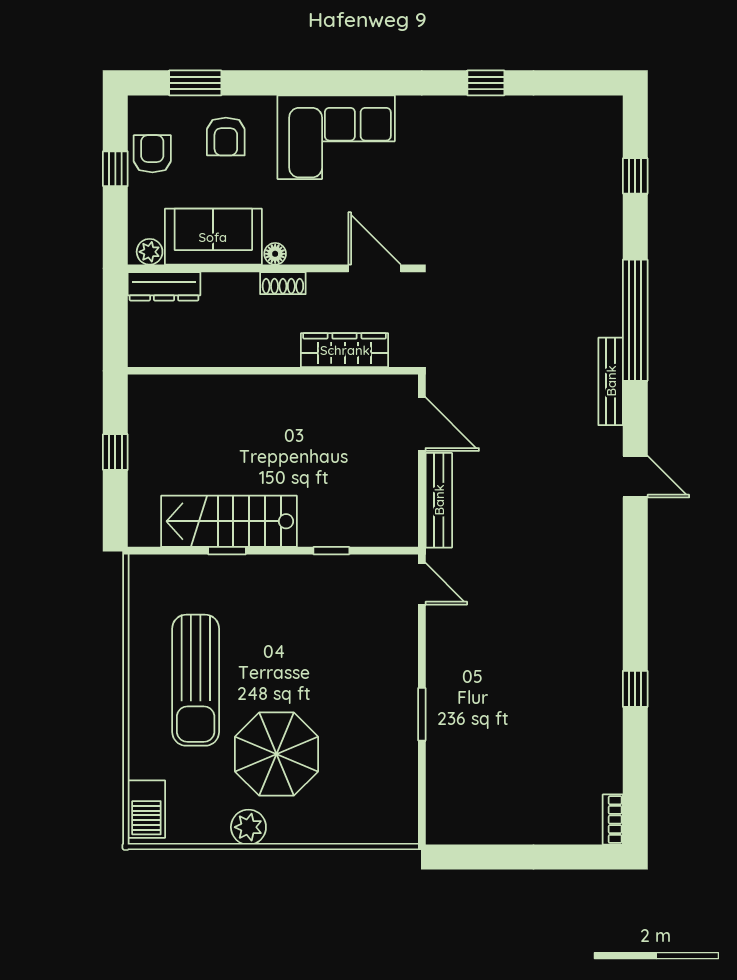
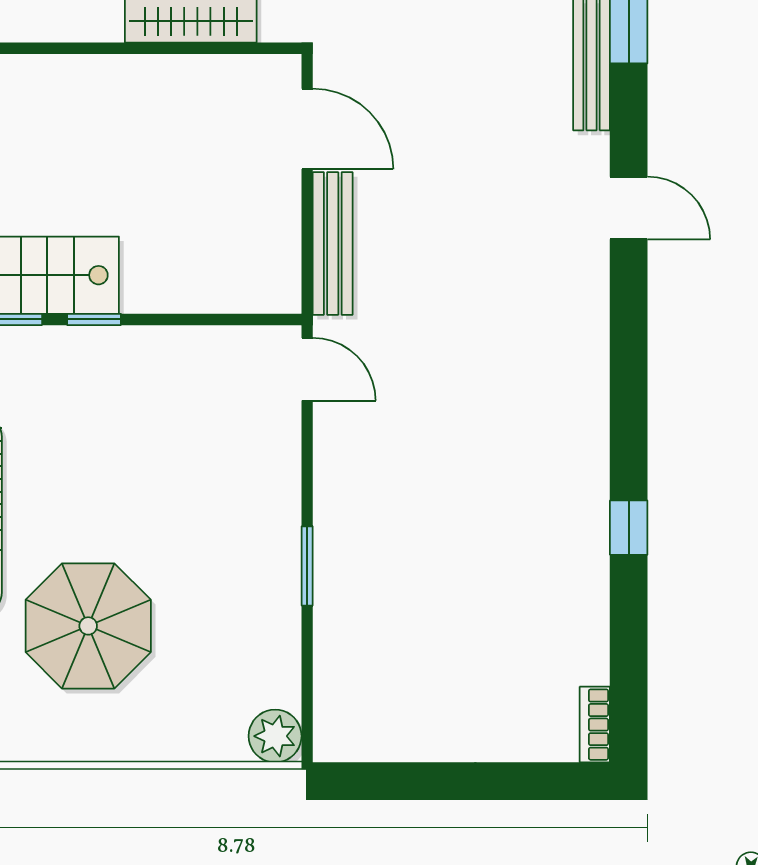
window: (331, 551) -> (94, 319), moved
plant: (248, 827) -> (275, 736), moved

